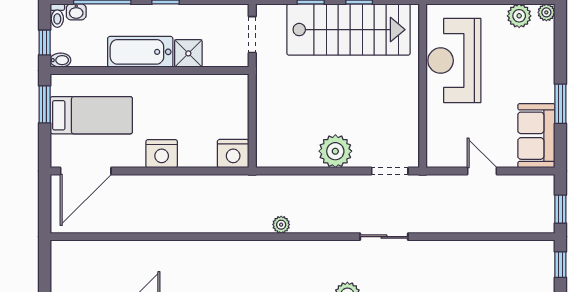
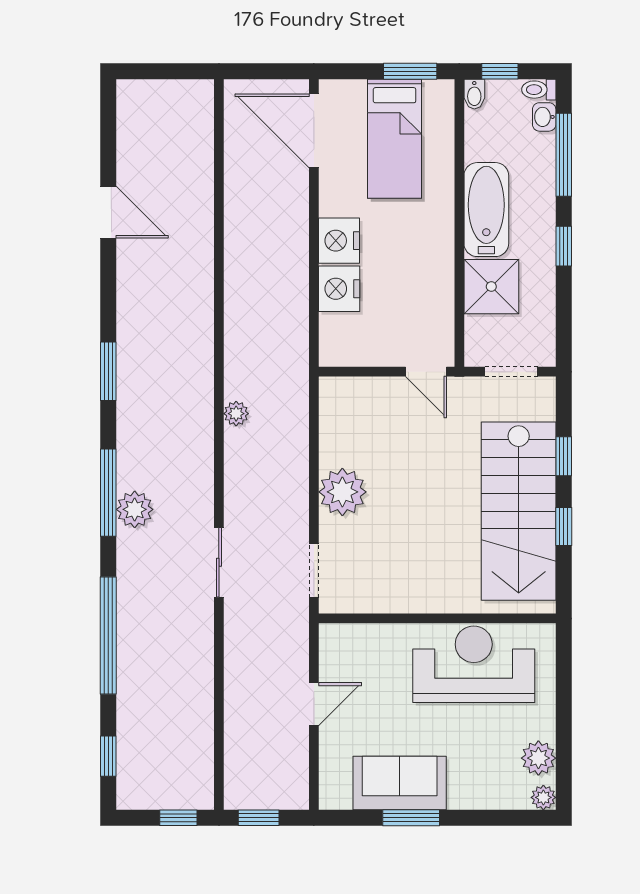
shower: (188, 53) -> (491, 287), width x1.36, depth x1.36
door: (252, 93) -> (426, 372), added
sofa: (536, 136) -> (400, 783), moved
nightstand: (233, 154) -> (339, 289), moved

